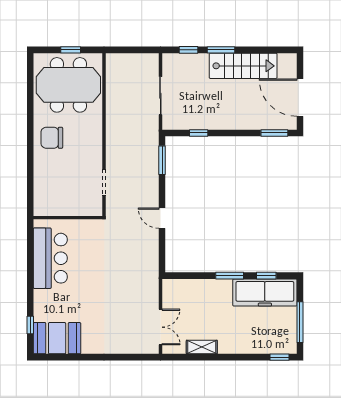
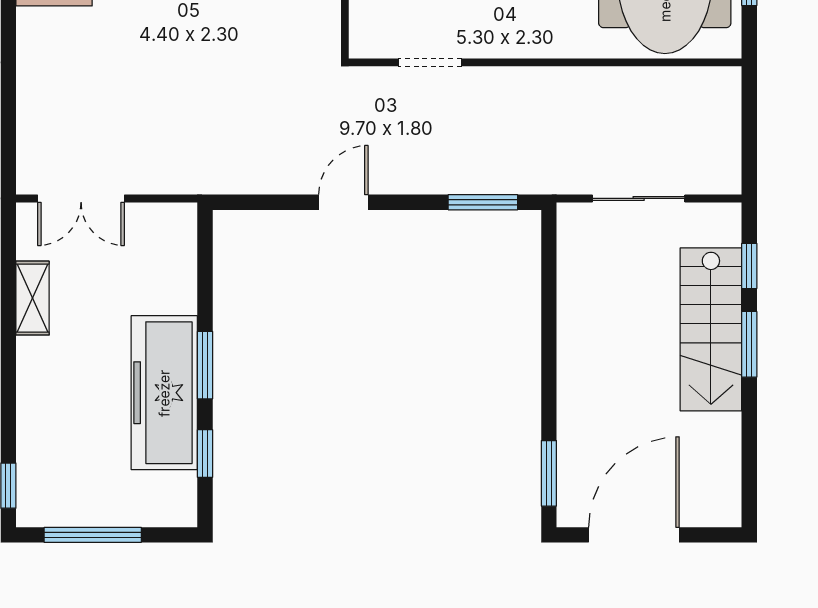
stairs: (243, 66) -> (711, 329), moved
window: (199, 133) -> (549, 291), removed
freezer: (265, 292) -> (164, 393), moved

